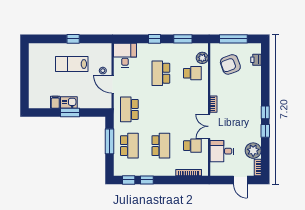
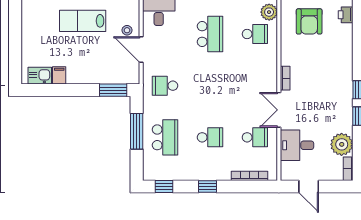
armchair: (230, 64) -> (309, 21), turned -70
school desk: (161, 73) -> (210, 34), turned 180
kitchen sink: (69, 102) -> (40, 76), moved
school desk: (129, 109) -> (165, 86), width x0.54
window: (70, 113) -> (113, 90), moved
school desk: (161, 146) -> (210, 137), width x0.54
window: (147, 180) -> (207, 186), moved
door: (240, 180) -> (309, 186), moved

